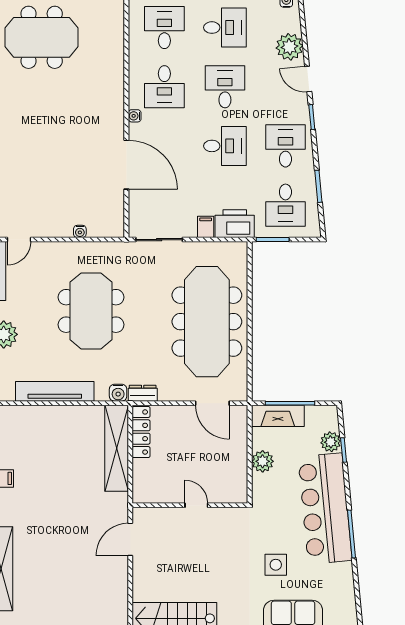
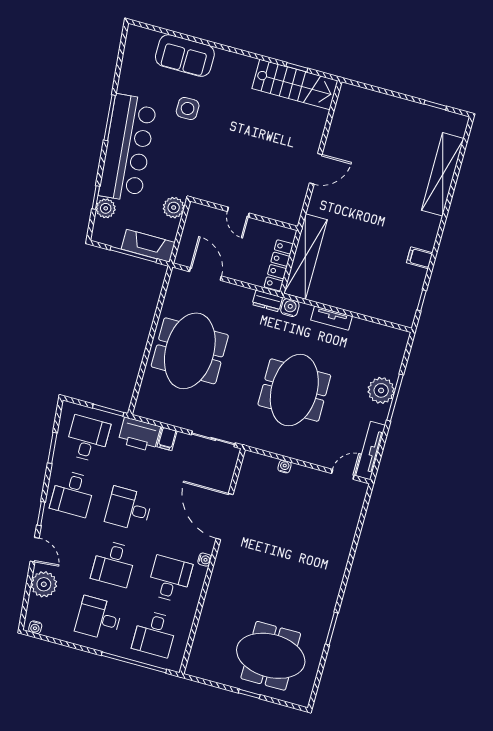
meeting table: (207, 322) -> (190, 351), width x0.73
tv unit: (55, 391) -> (331, 318), width x0.52, depth x0.78
wall: (190, 505) -> (244, 214), moved
door: (196, 505) -> (238, 212), moved

